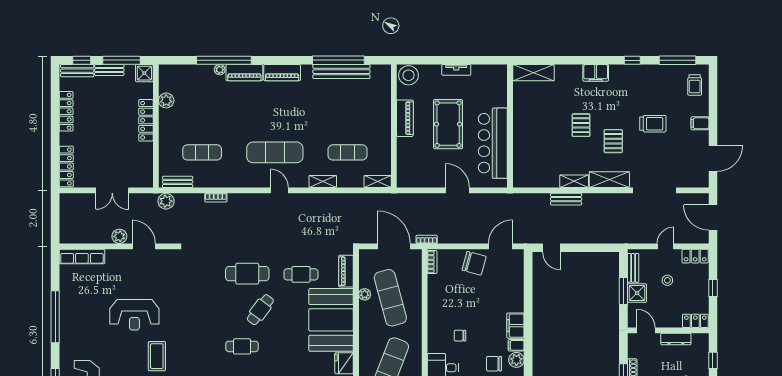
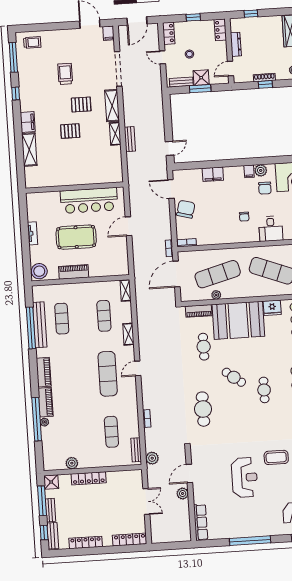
shelving: (533, 73) -> (29, 150), moved
exercise mat: (348, 100) -> (62, 319), added
filing cabinet: (700, 123) -> (109, 33), moved
cafe table: (247, 274) -> (203, 409), moved
filing cabinet: (515, 326) -> (213, 174), moved

